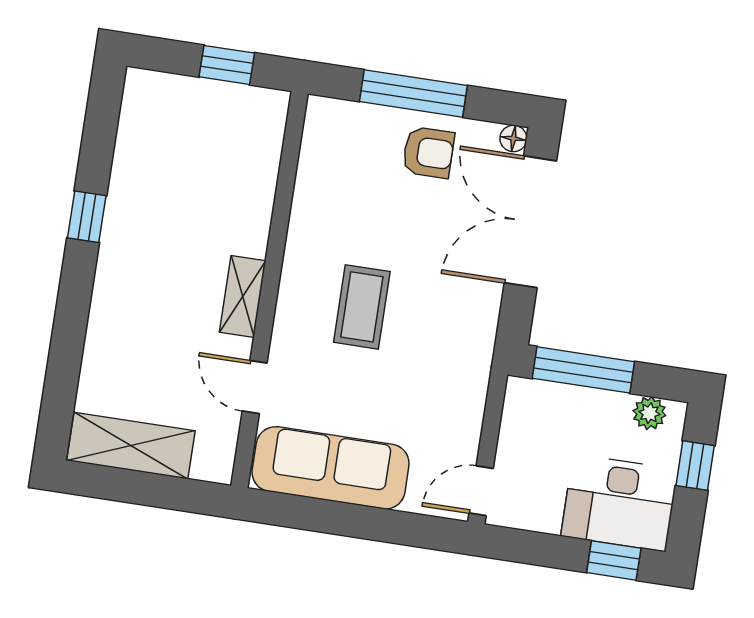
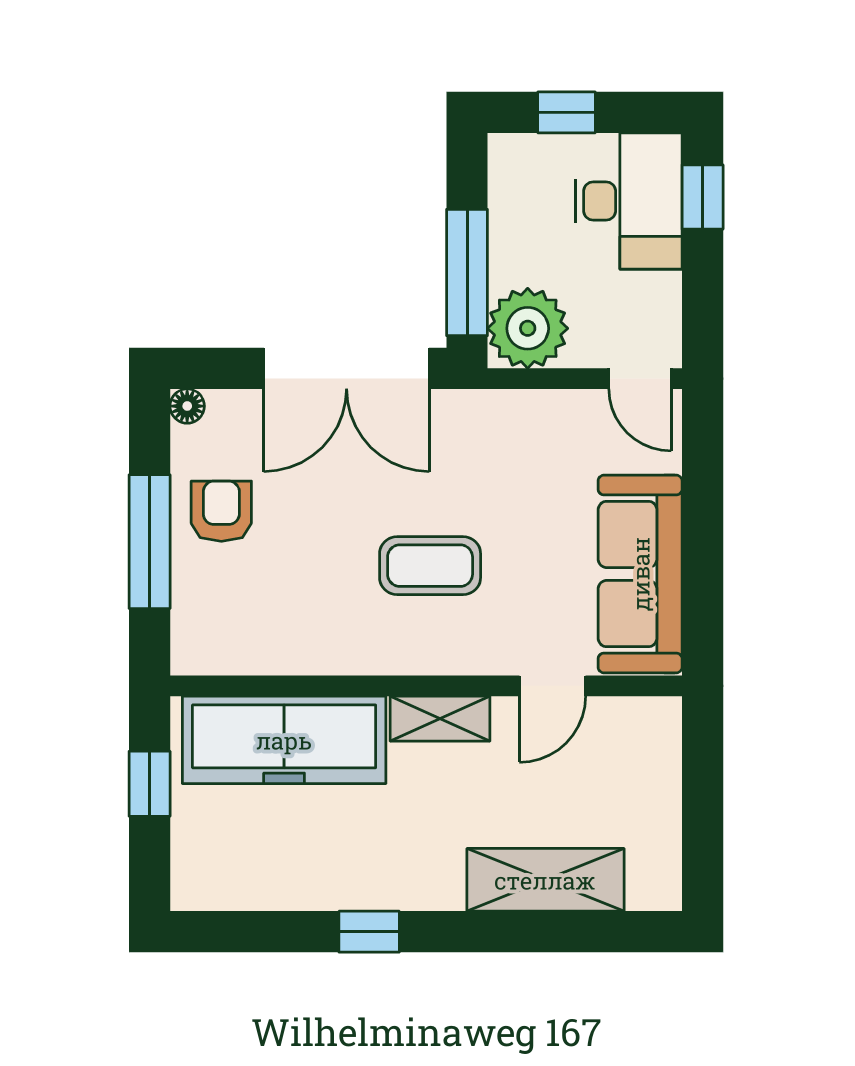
freezer: (245, 174) -> (284, 740), added
double door: (530, 222) -> (347, 368), moved
plant: (649, 413) -> (528, 328), moved, width x1.87, depth x1.87
shelving: (131, 446) -> (545, 880), moved, turned 90

